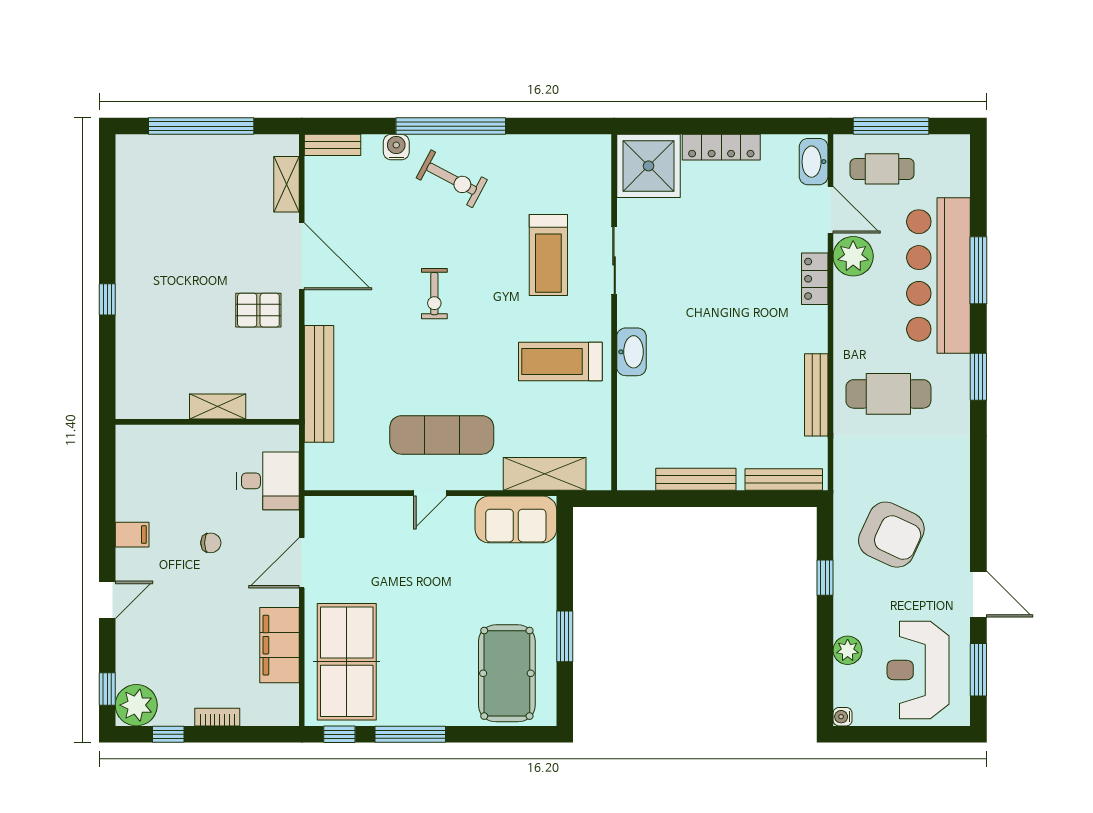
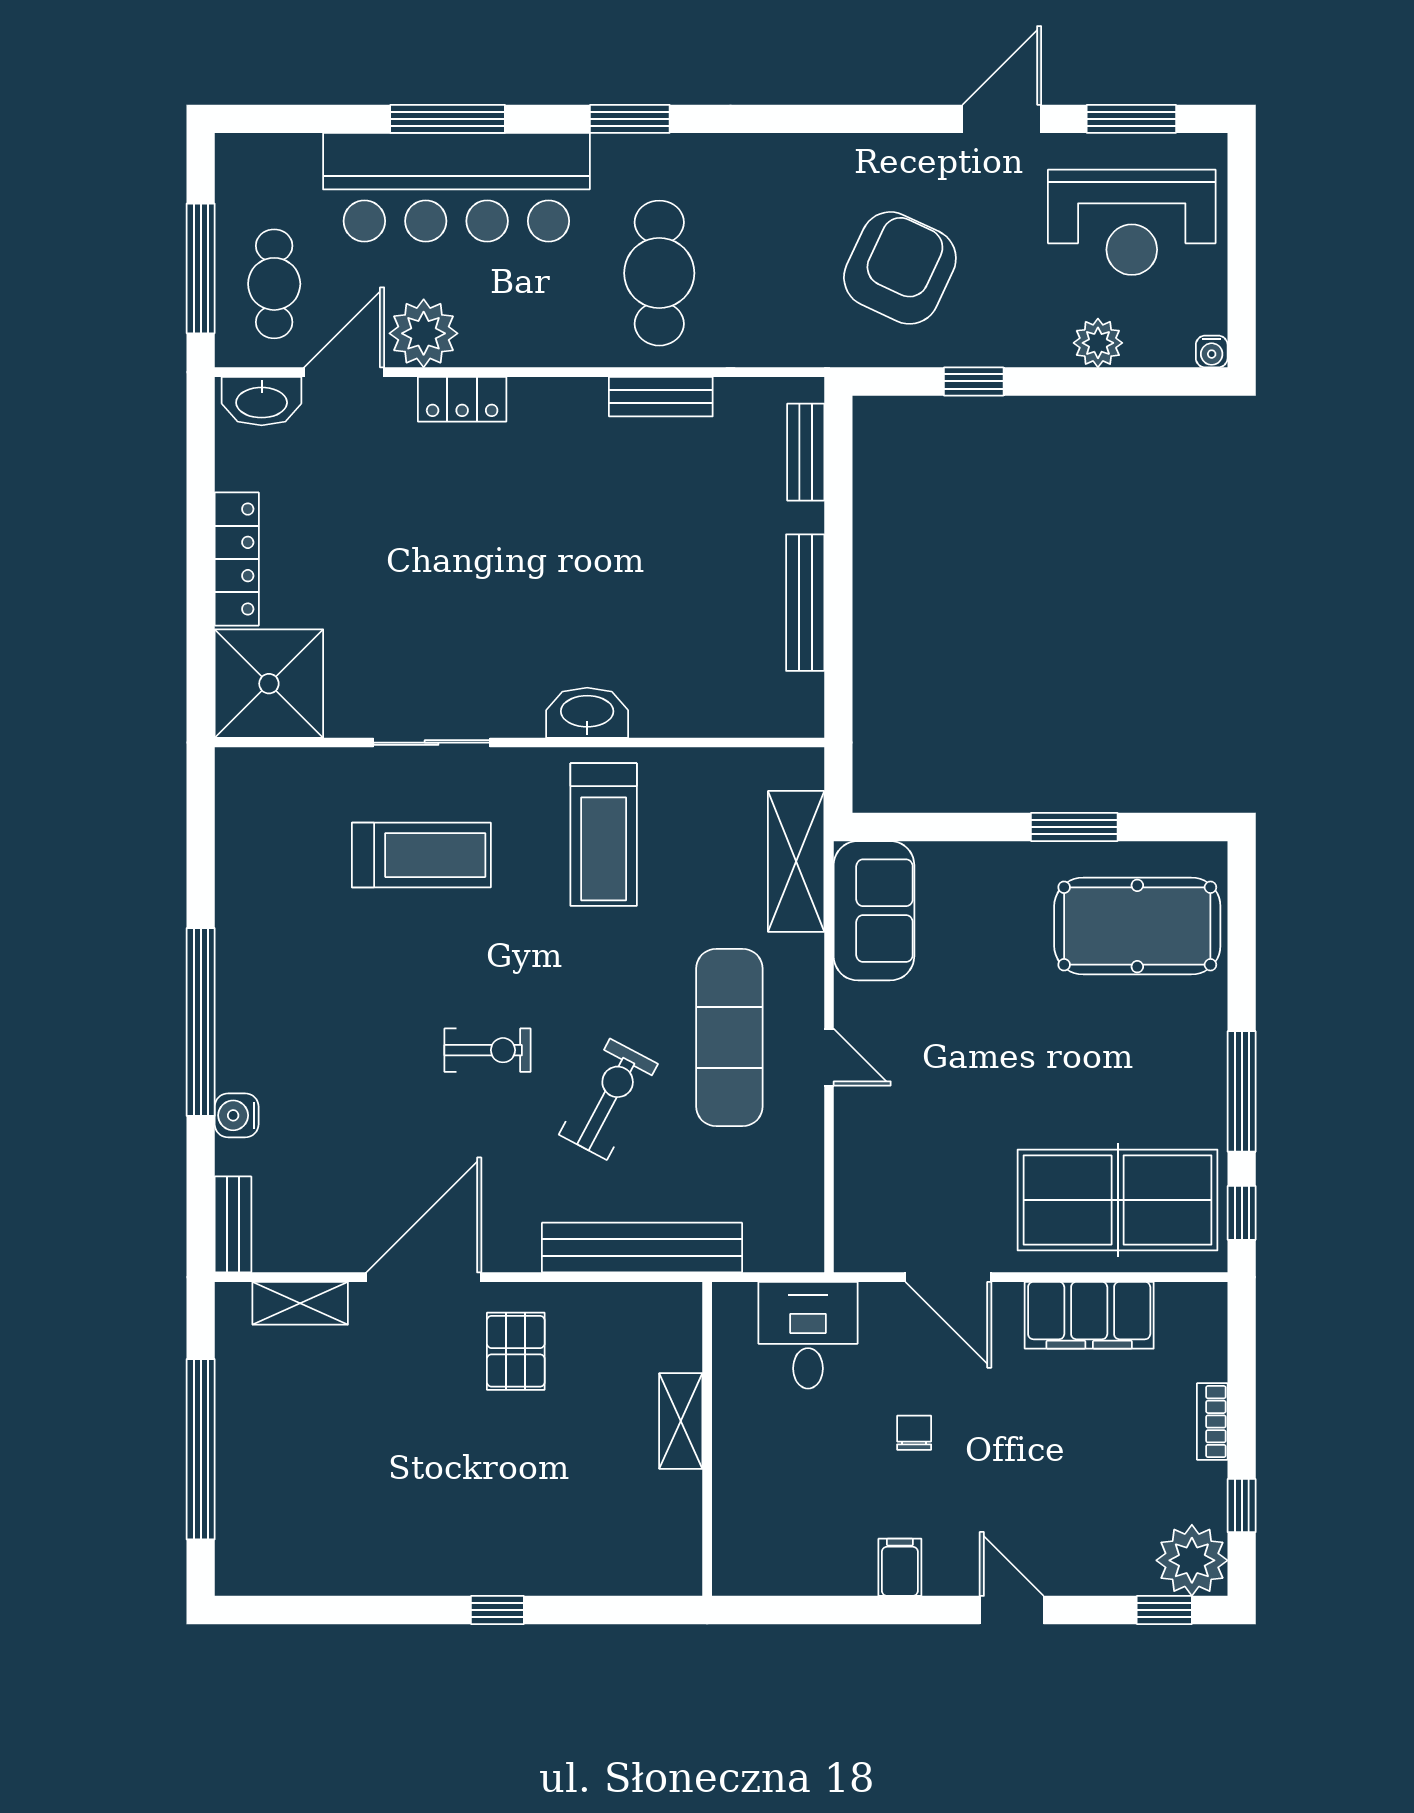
exercise bike: (452, 179) -> (608, 1099), moved
bench: (816, 395) -> (661, 397), width x0.73
bench: (784, 480) -> (806, 452), width x0.73

